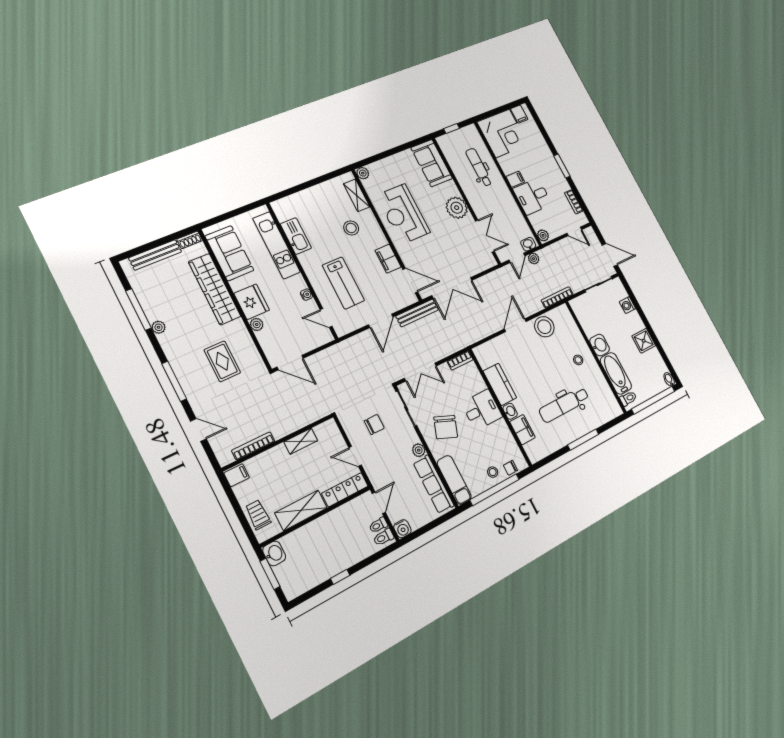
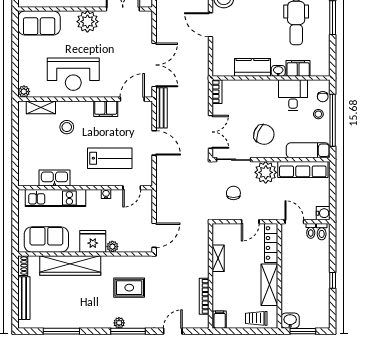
plant: (159, 327) -> (119, 323), moved
desk: (482, 410) -> (293, 95), moved
plant: (419, 450) -> (266, 172), width x1.88, depth x1.88

